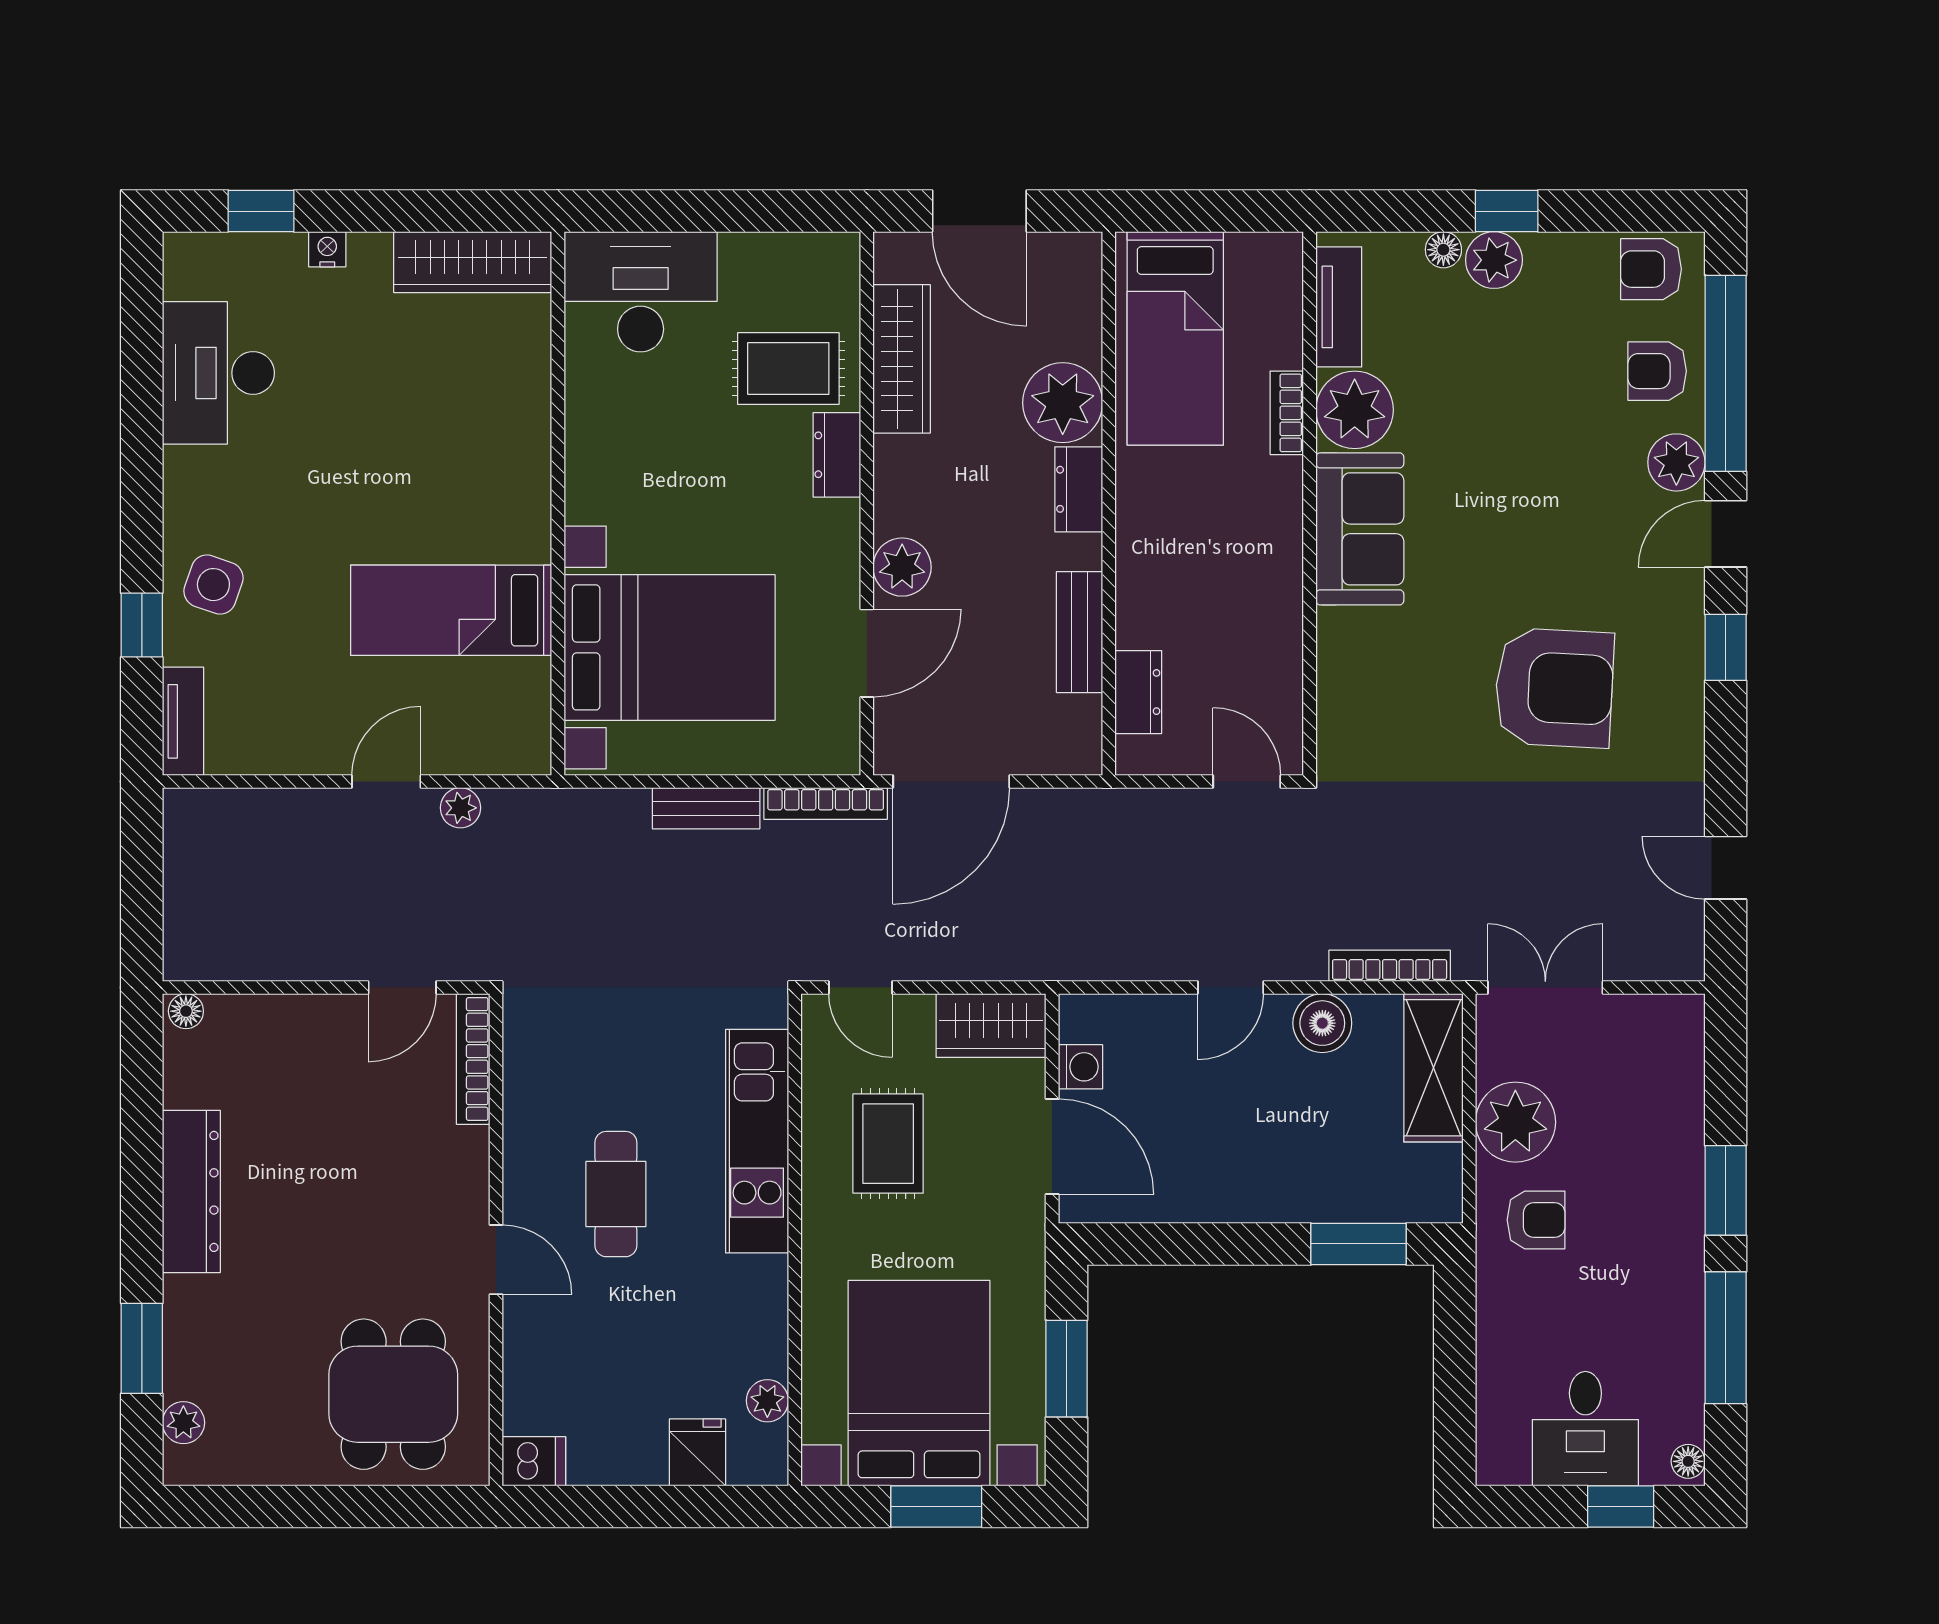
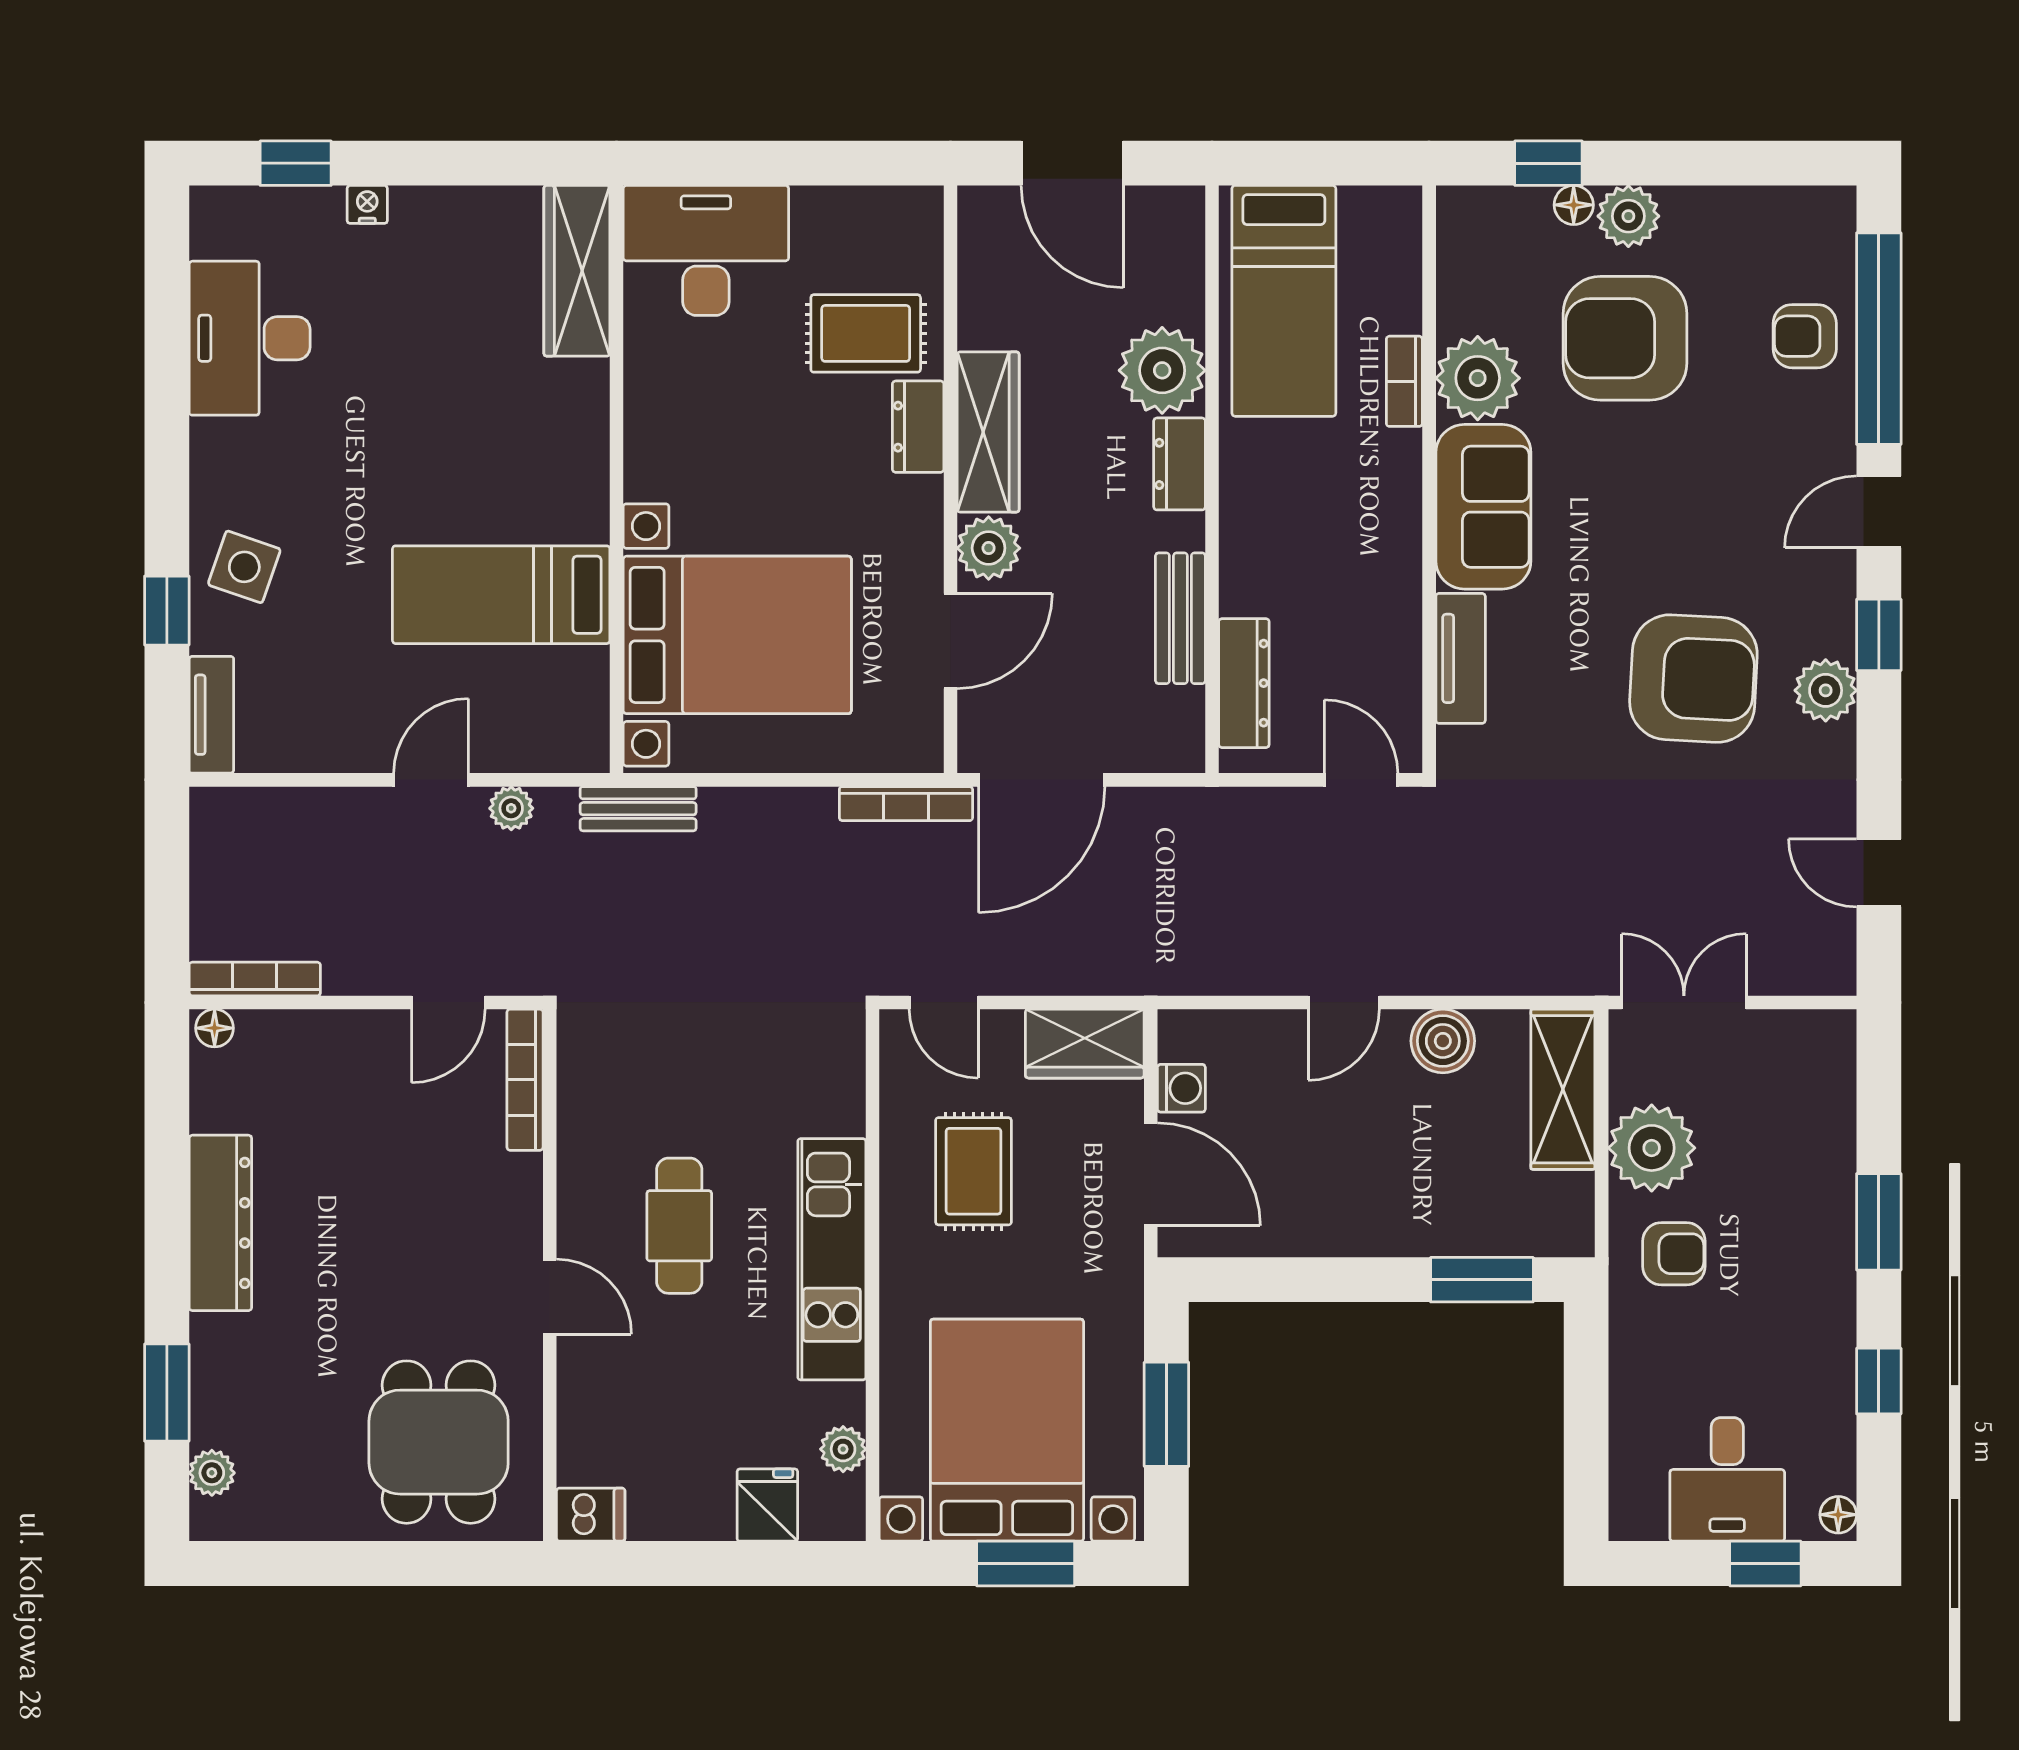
window: (1507, 211) -> (1548, 163), moved
wardrobe: (473, 262) -> (577, 271), moved, turned 90
armchair: (1651, 269) -> (1625, 338), moved, width x1.88, depth x1.88
tv unit: (1339, 307) -> (1461, 658), moved
wardrobe: (902, 359) -> (988, 432), moved
plant: (1676, 462) -> (1826, 690), moved
dresser: (1138, 692) -> (1244, 683), width x1.44
bench: (706, 808) -> (638, 809), moved
bookcase: (1390, 966) -> (255, 979), moved
kitchen unit: (757, 1141) -> (832, 1259), moved
window: (1726, 1338) -> (1879, 1381), width x0.46

